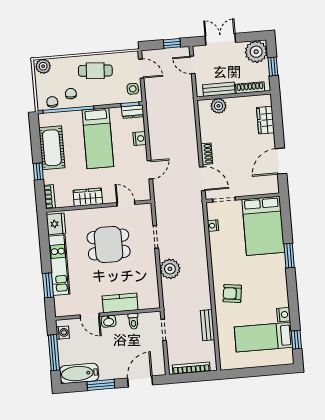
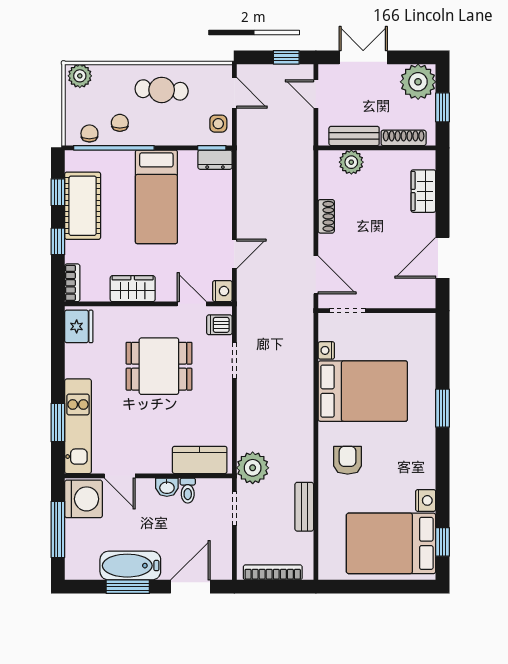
nightstand: (140, 139) -> (222, 291), moved
window: (36, 141) -> (58, 192), added
shoe rack: (207, 154) -> (326, 216), moved
dishwasher: (144, 215) -> (219, 325), added
bed: (263, 226) -> (363, 391), moved, turned -90
kitchen unit: (59, 265) -> (78, 426), moved
plant: (170, 269) -> (253, 468), moved
armchair: (232, 294) -> (348, 460), turned 82
kitchen counter: (120, 303) -> (200, 460), moved
washbasin: (109, 321) -> (167, 487), moved
washing machine: (63, 333) -> (84, 499), width x1.89, depth x1.89
bed: (264, 337) -> (391, 543), width x1.50
bathtub: (79, 373) -> (130, 566), moved

